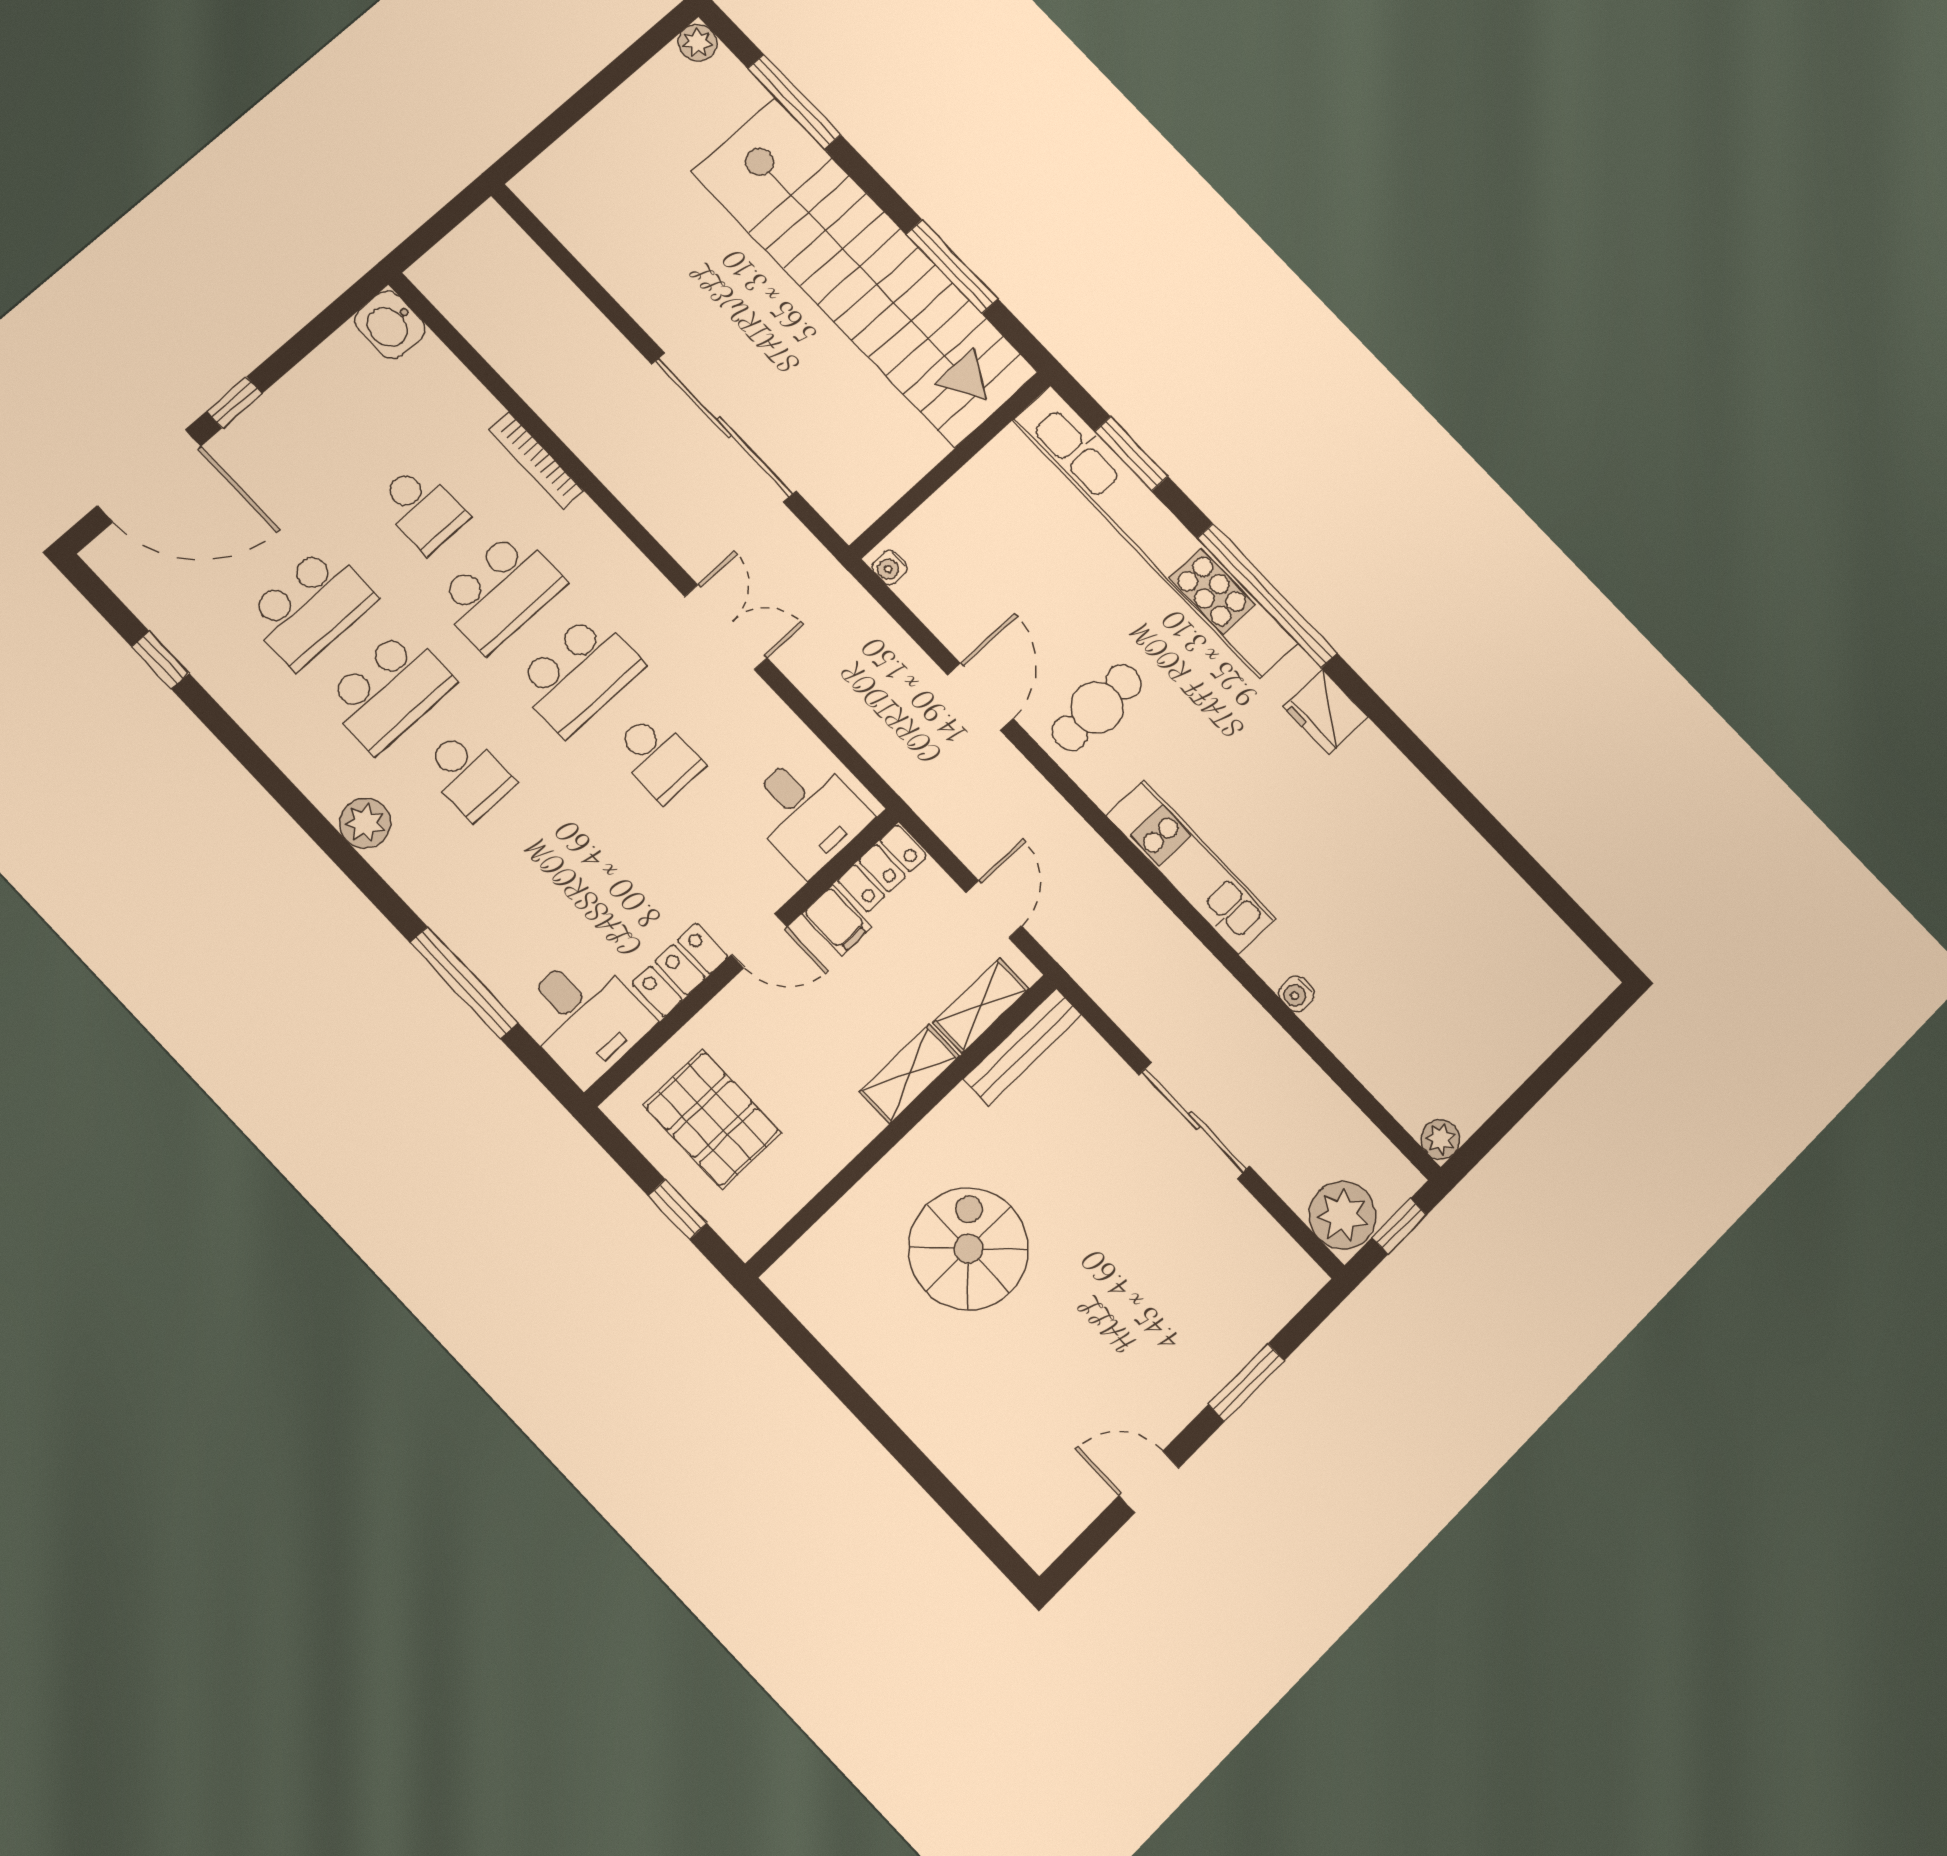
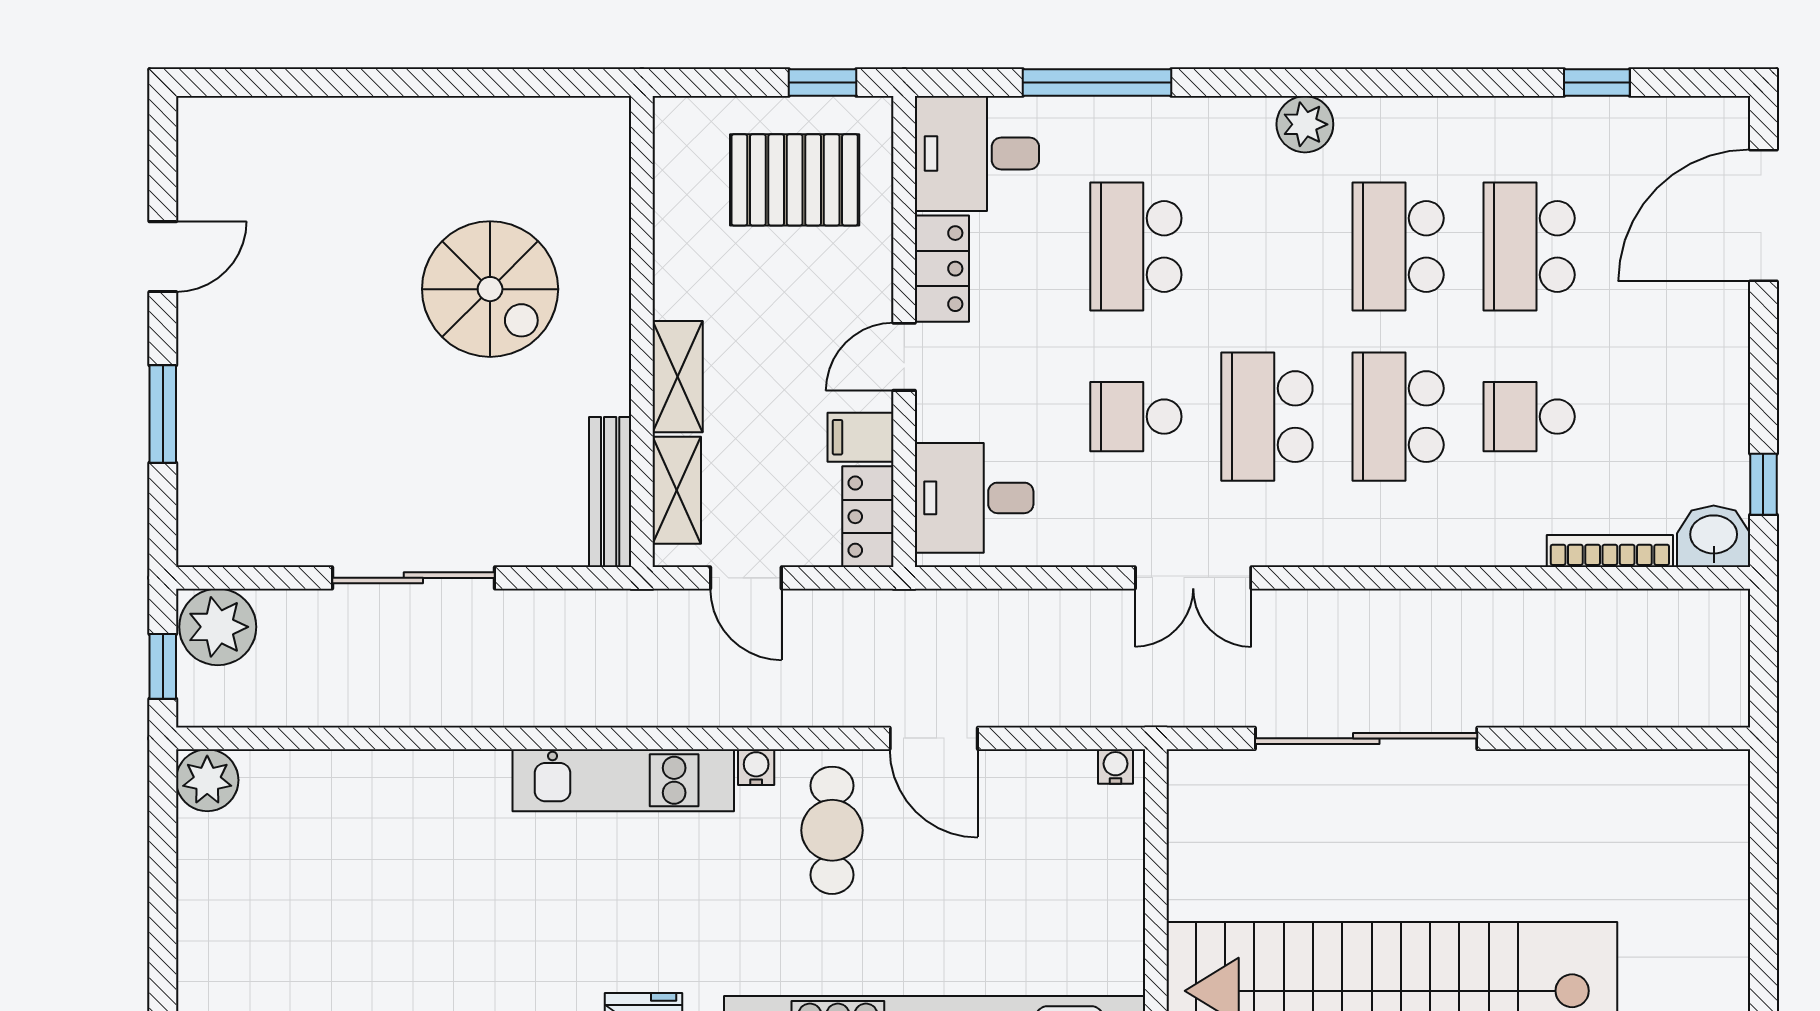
window: (234, 402) -> (1763, 484), moved
bookcase: (536, 460) -> (1610, 551), moved
school desk: (469, 774) -> (1136, 247), moved, width x1.85
water cooler: (1296, 994) -> (756, 767), moved
plant: (1440, 1139) -> (207, 780), width x1.38, depth x1.38
window: (677, 1209) -> (823, 83), moved

